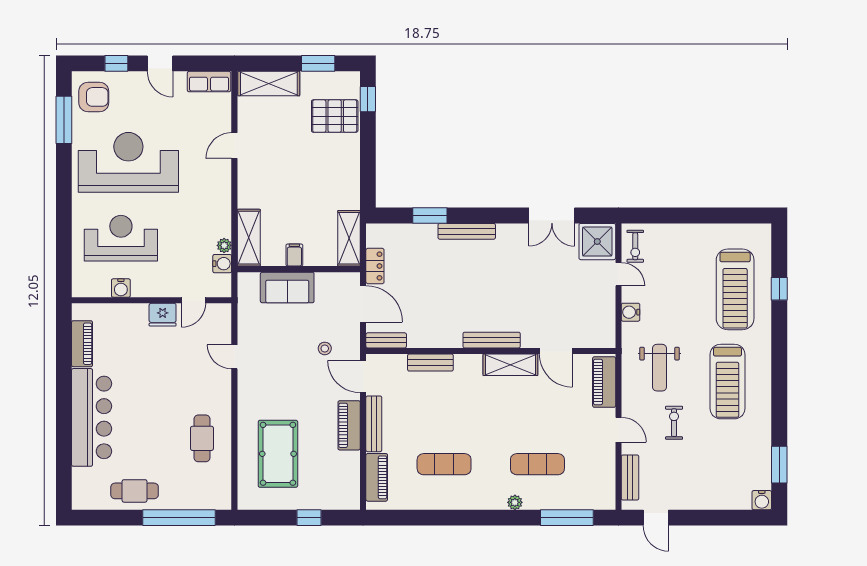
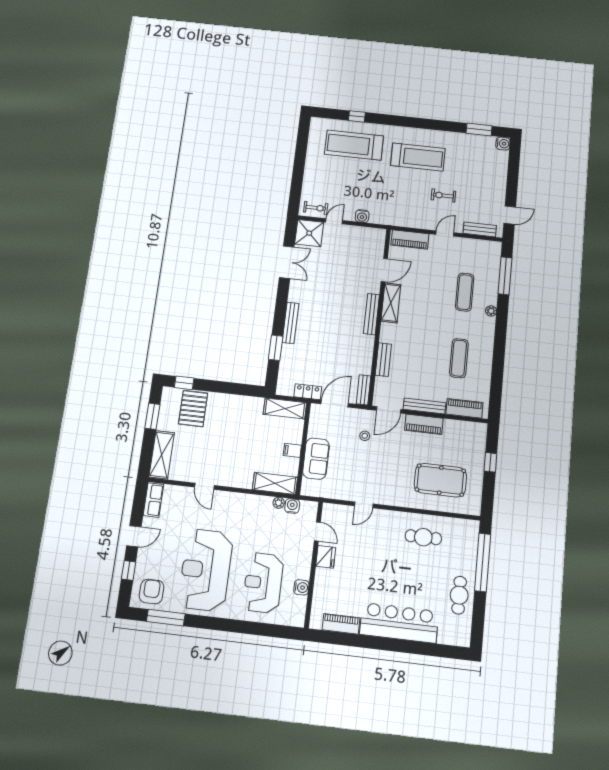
treadmill: (735, 289) -> (354, 145), turned 180
weight bench: (660, 368) -> (403, 201), removed

